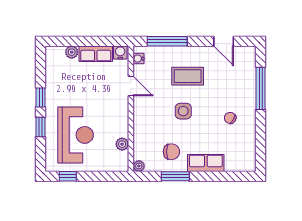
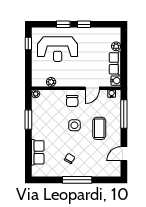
window: (261, 88) -> (77, 180), moved
chair: (171, 152) -> (72, 101), moved
row of seats: (206, 163) -> (38, 152), moved

